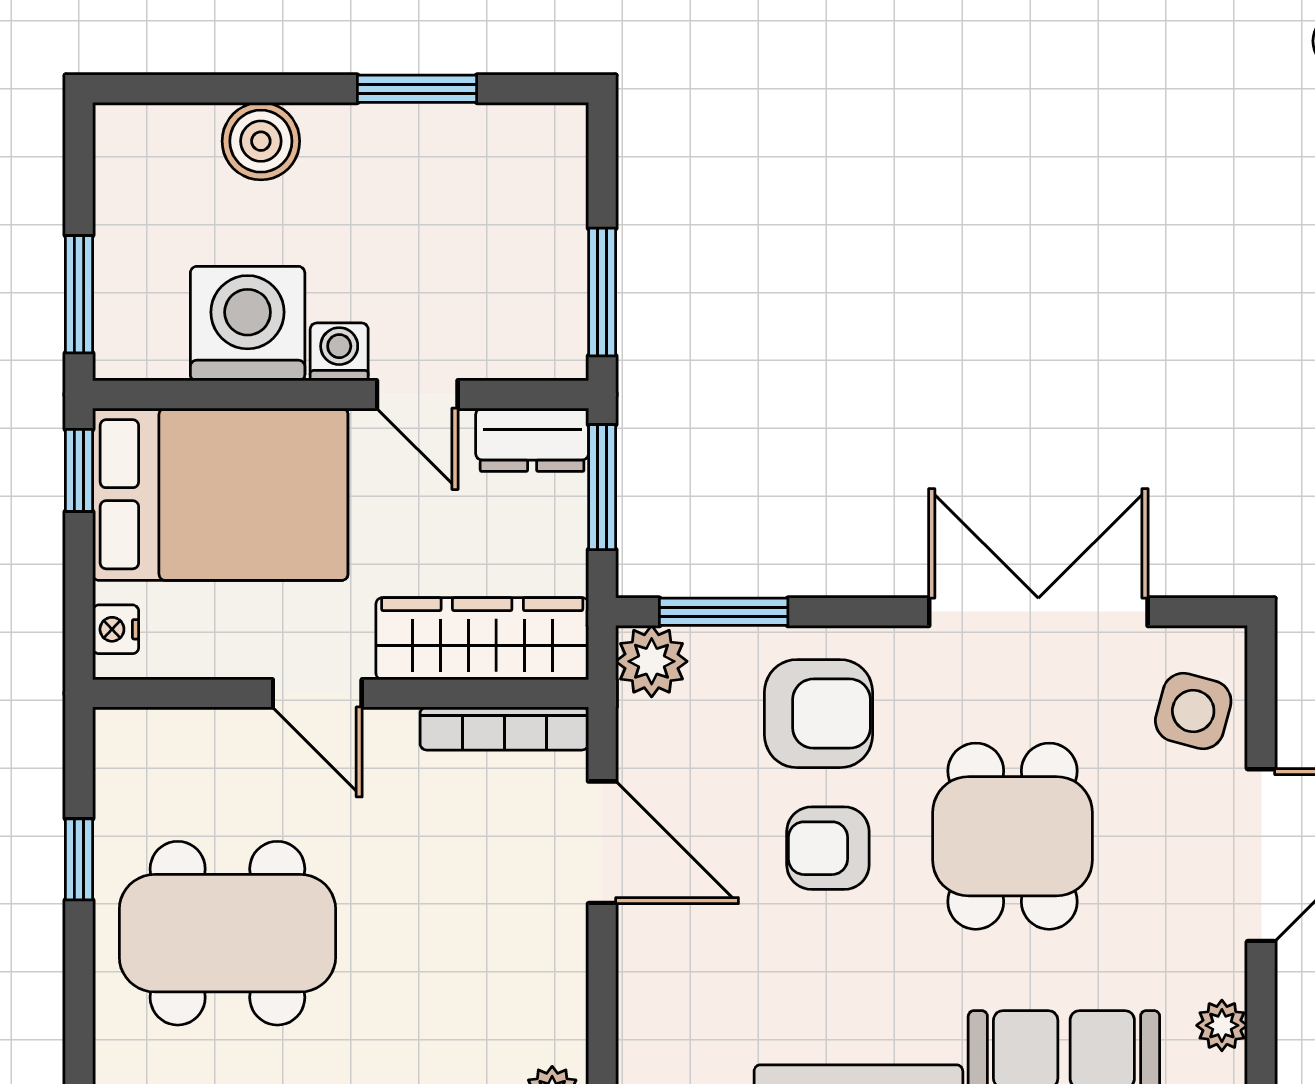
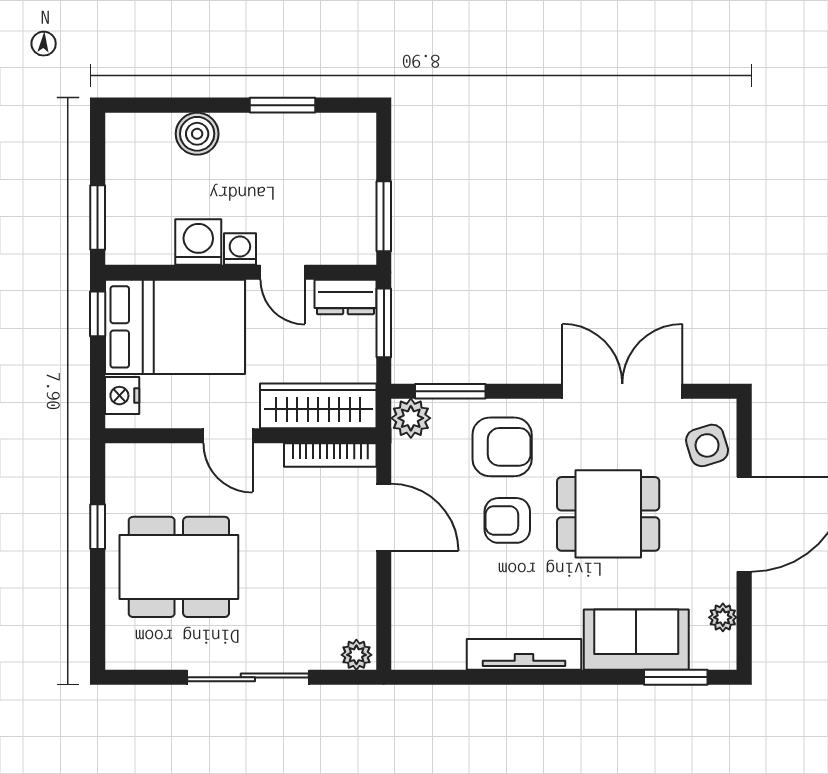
washing machine: (248, 324) -> (198, 242), width x0.73, depth x0.73
nightstand: (116, 629) -> (122, 396), width x1.39, depth x1.35
side table: (1193, 711) -> (707, 445), turned -32
dining table: (1012, 836) -> (608, 514), turned 90

